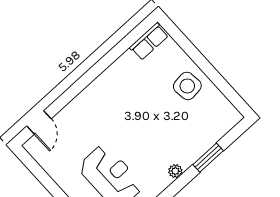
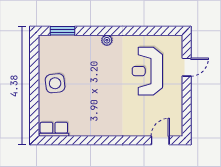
window: (208, 158) -> (62, 31), moved

